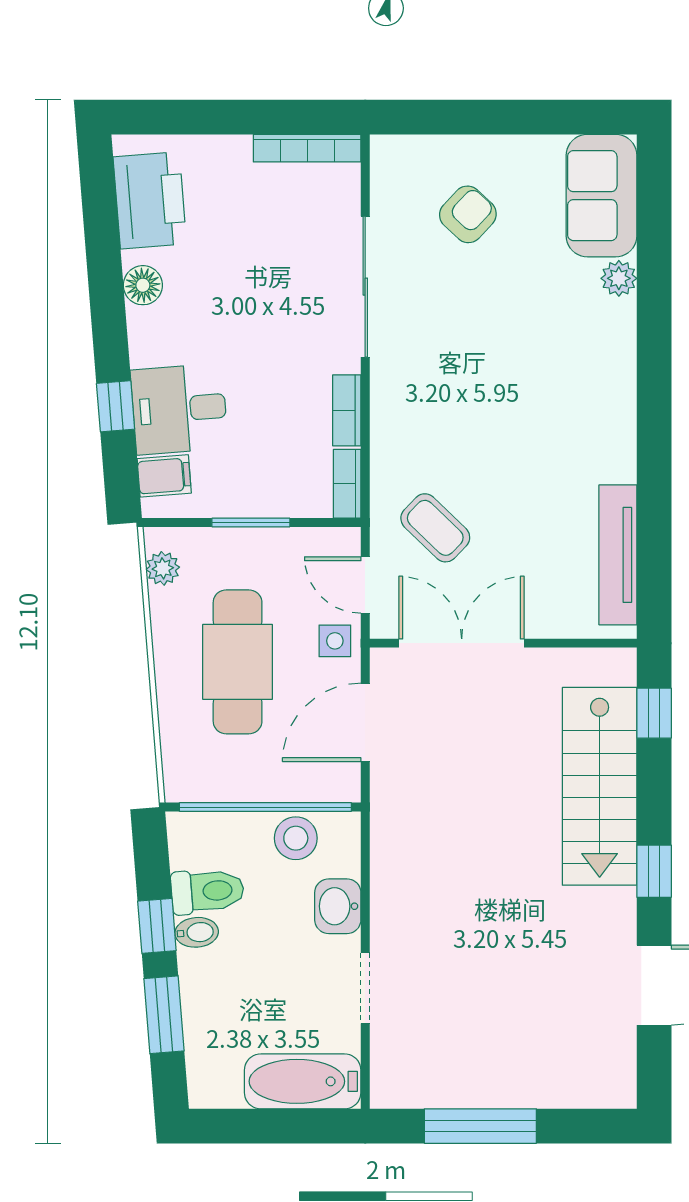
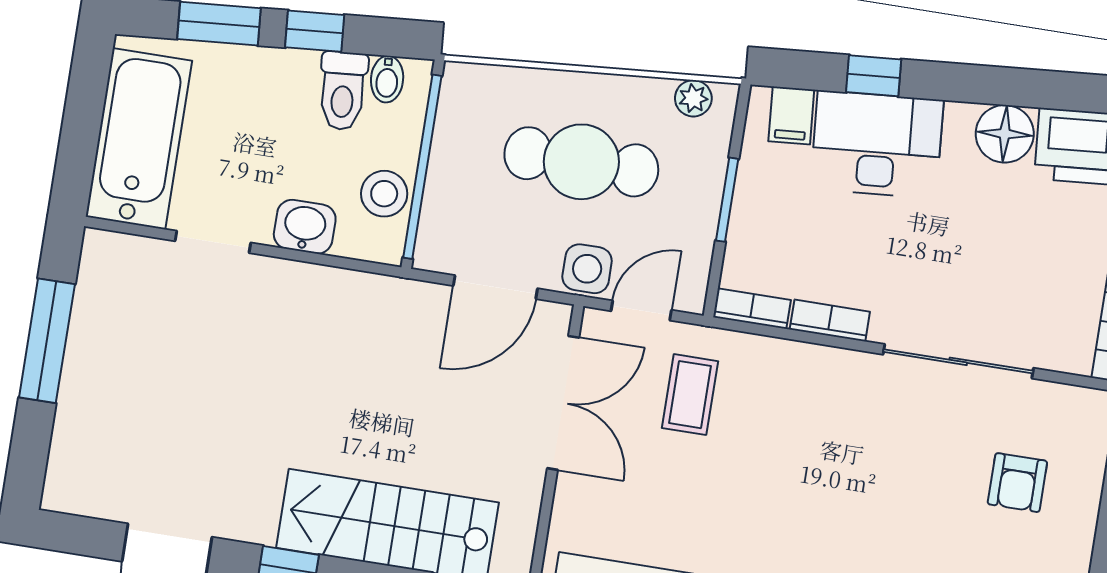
armchair: (468, 214) -> (1017, 483), turned 47
floor lamp: (143, 285) -> (1005, 134), width x1.38, depth x1.38
desk: (179, 409) -> (877, 144), width x1.37
coffee table: (435, 528) -> (690, 395), turned -44
side table: (335, 641) -> (587, 269), width x1.37, depth x1.37
door: (365, 722) -> (495, 287), swing flipped
bidet: (197, 932) -> (387, 79), moved
bathtub: (303, 1081) -> (139, 139), width x1.36, depth x1.36

